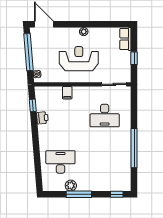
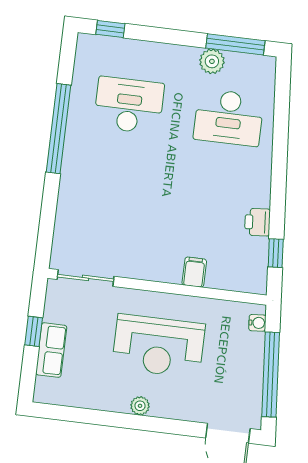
row of seats: (125, 39) -> (51, 350), moved
desk: (105, 116) -> (129, 105), moved
window: (79, 194) -> (235, 44), moved

